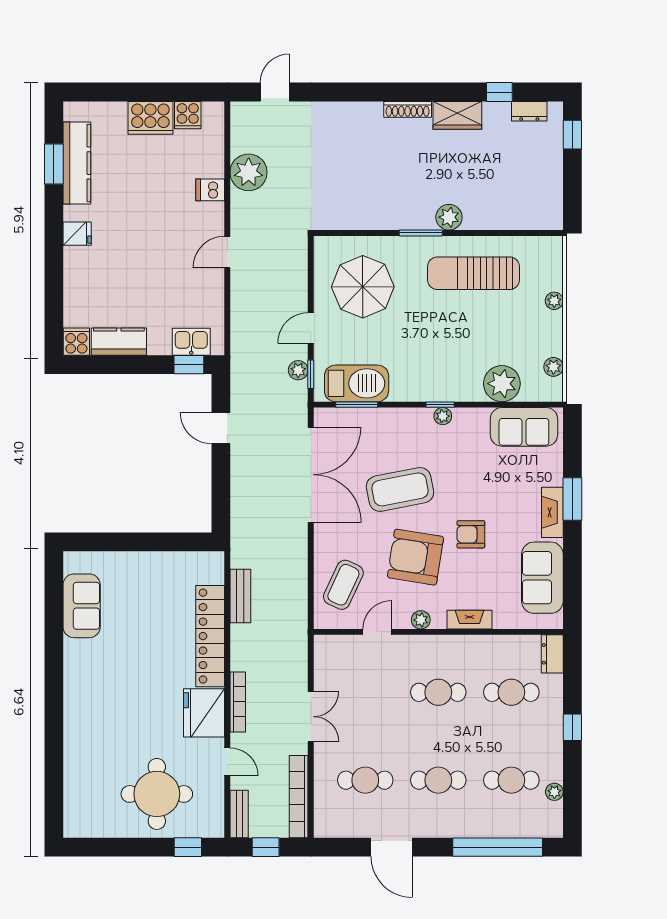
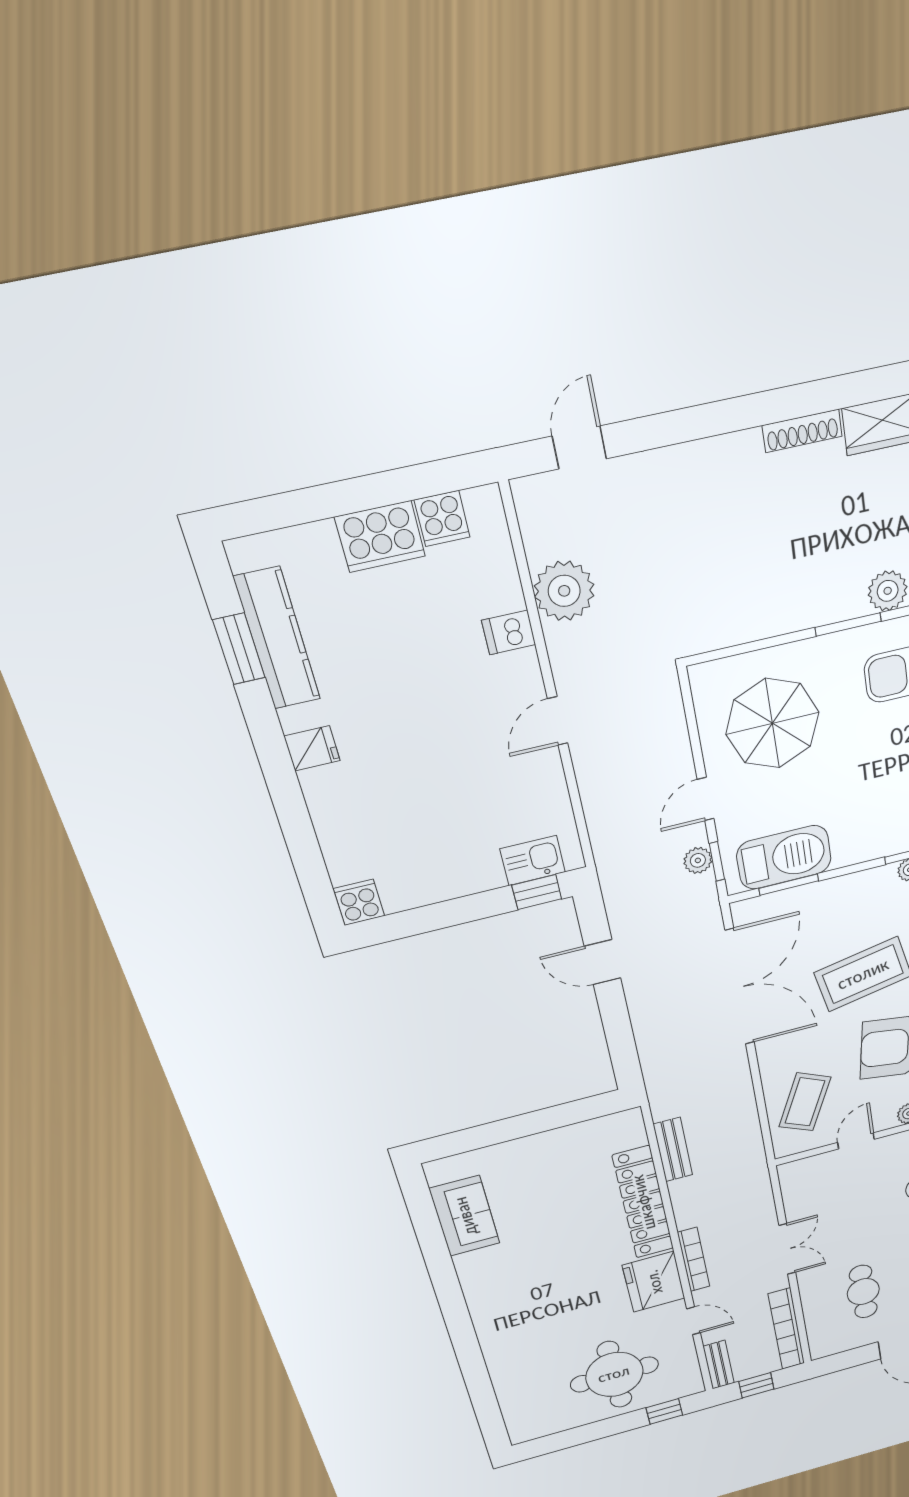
kitchen counter: (119, 342) -> (424, 887), removed
cafe table: (365, 780) -> (863, 1292), turned 90

